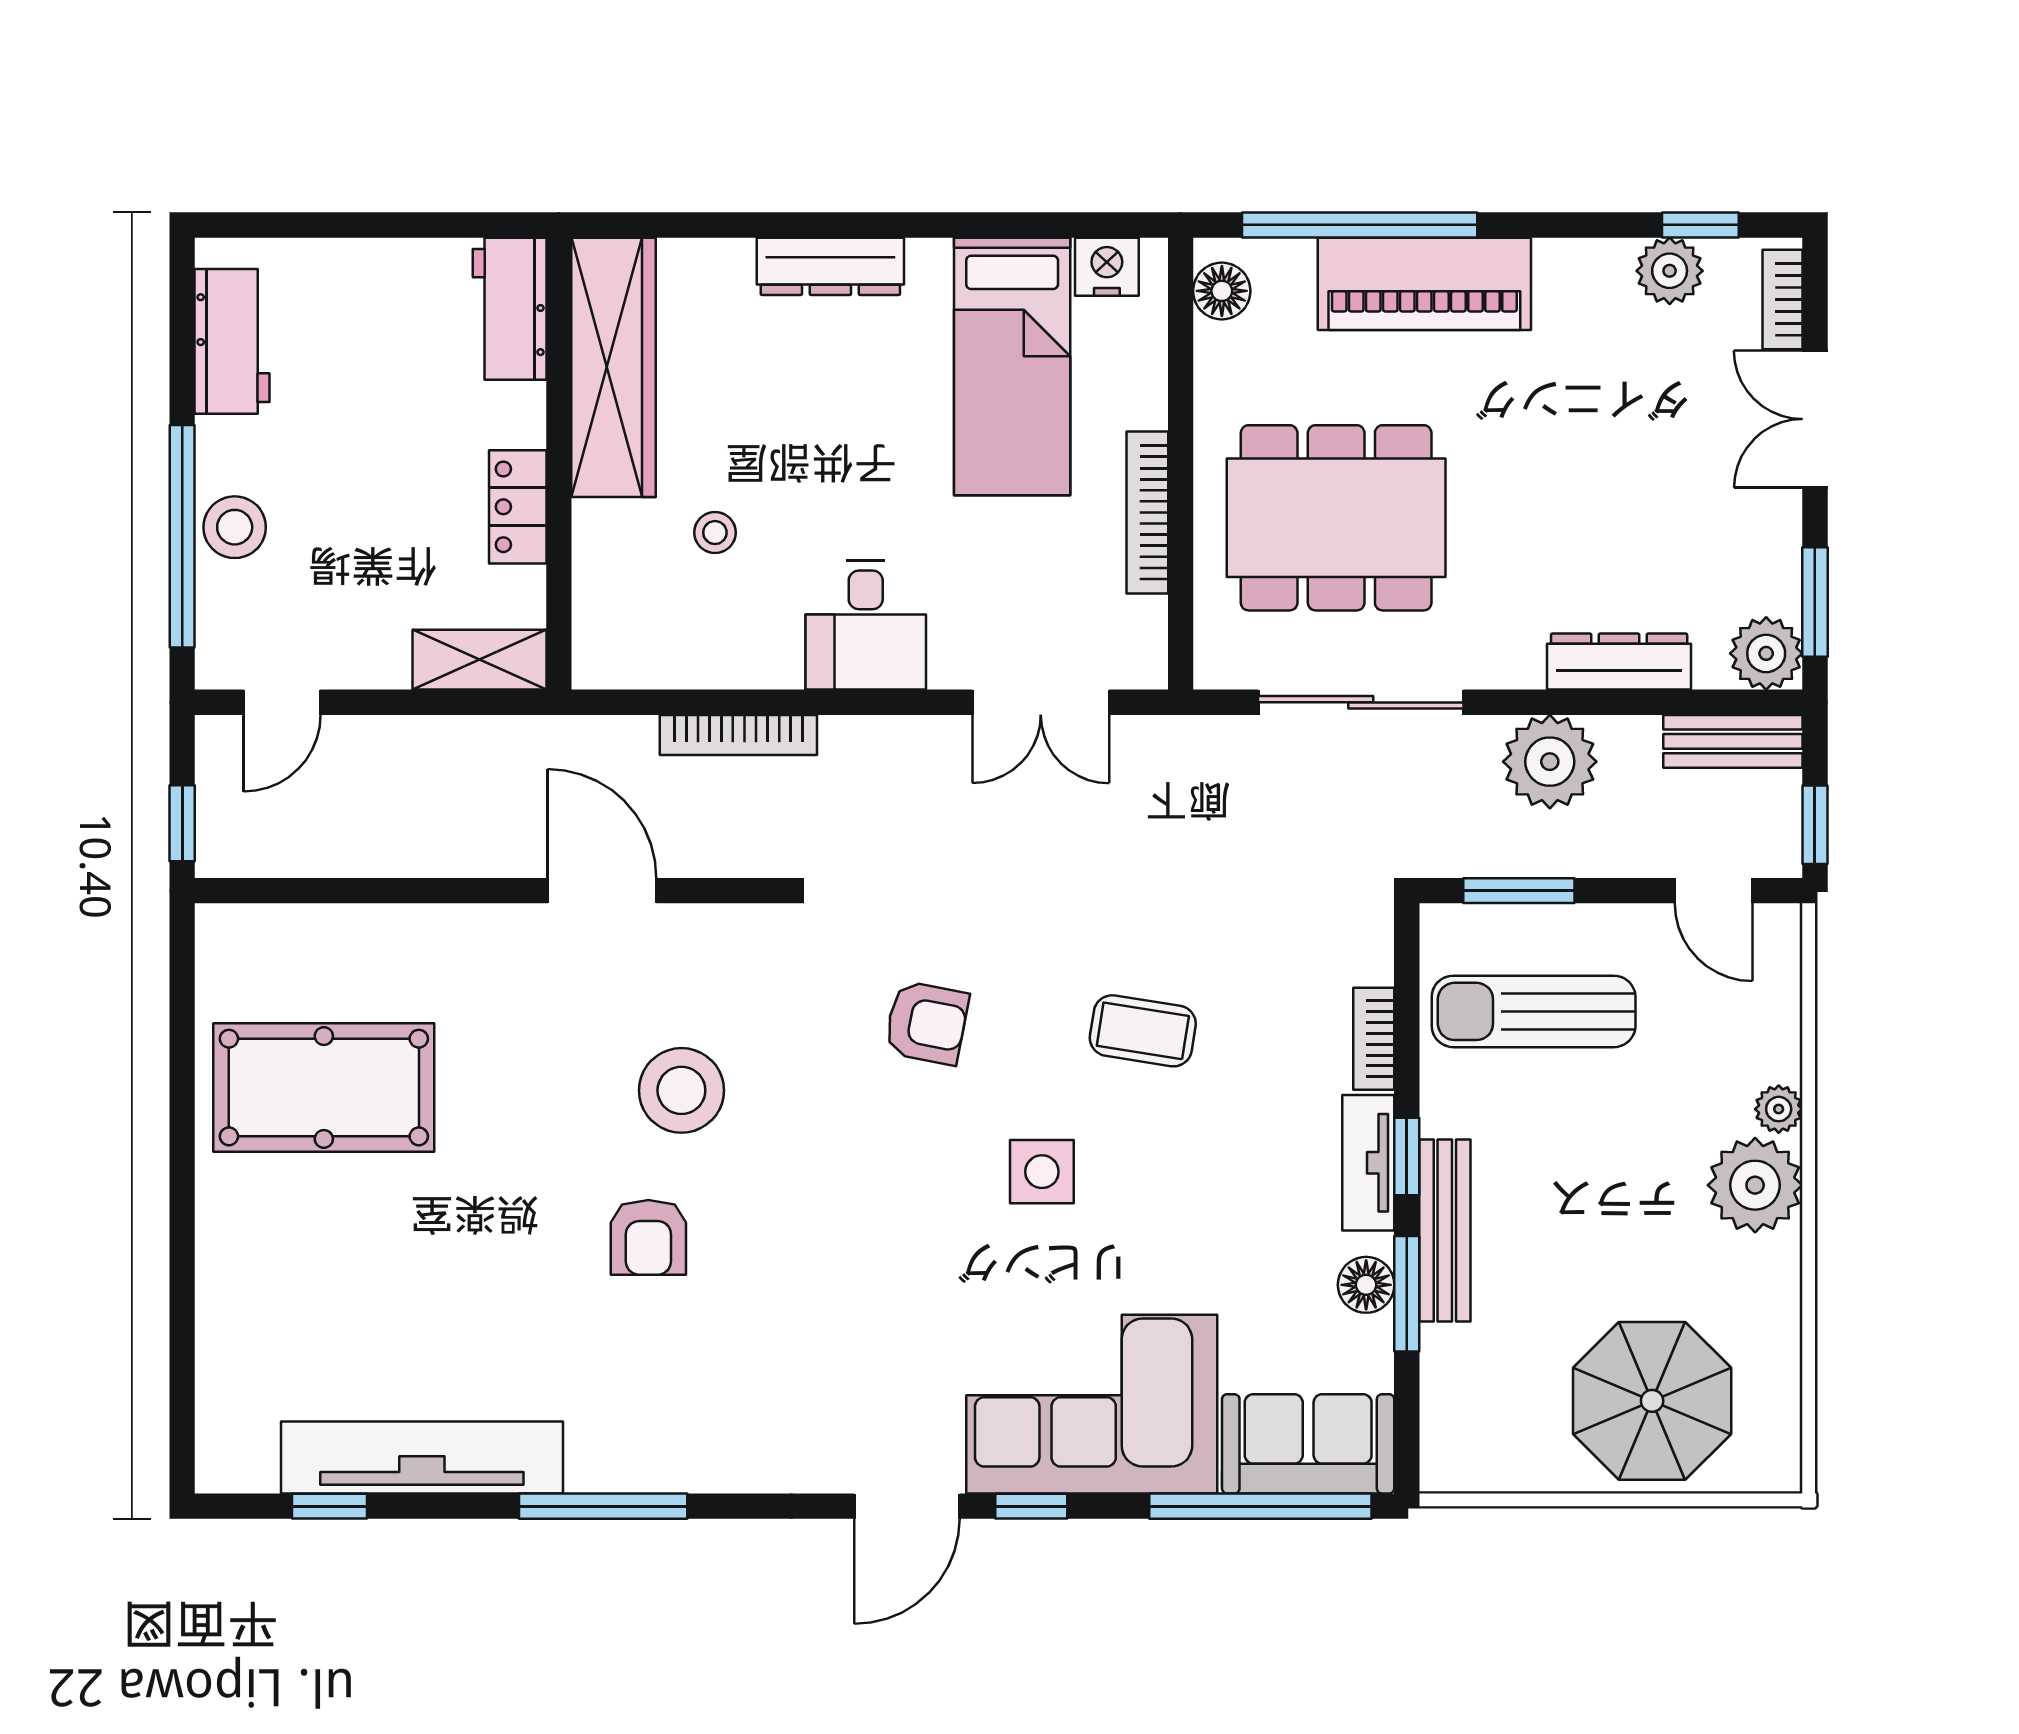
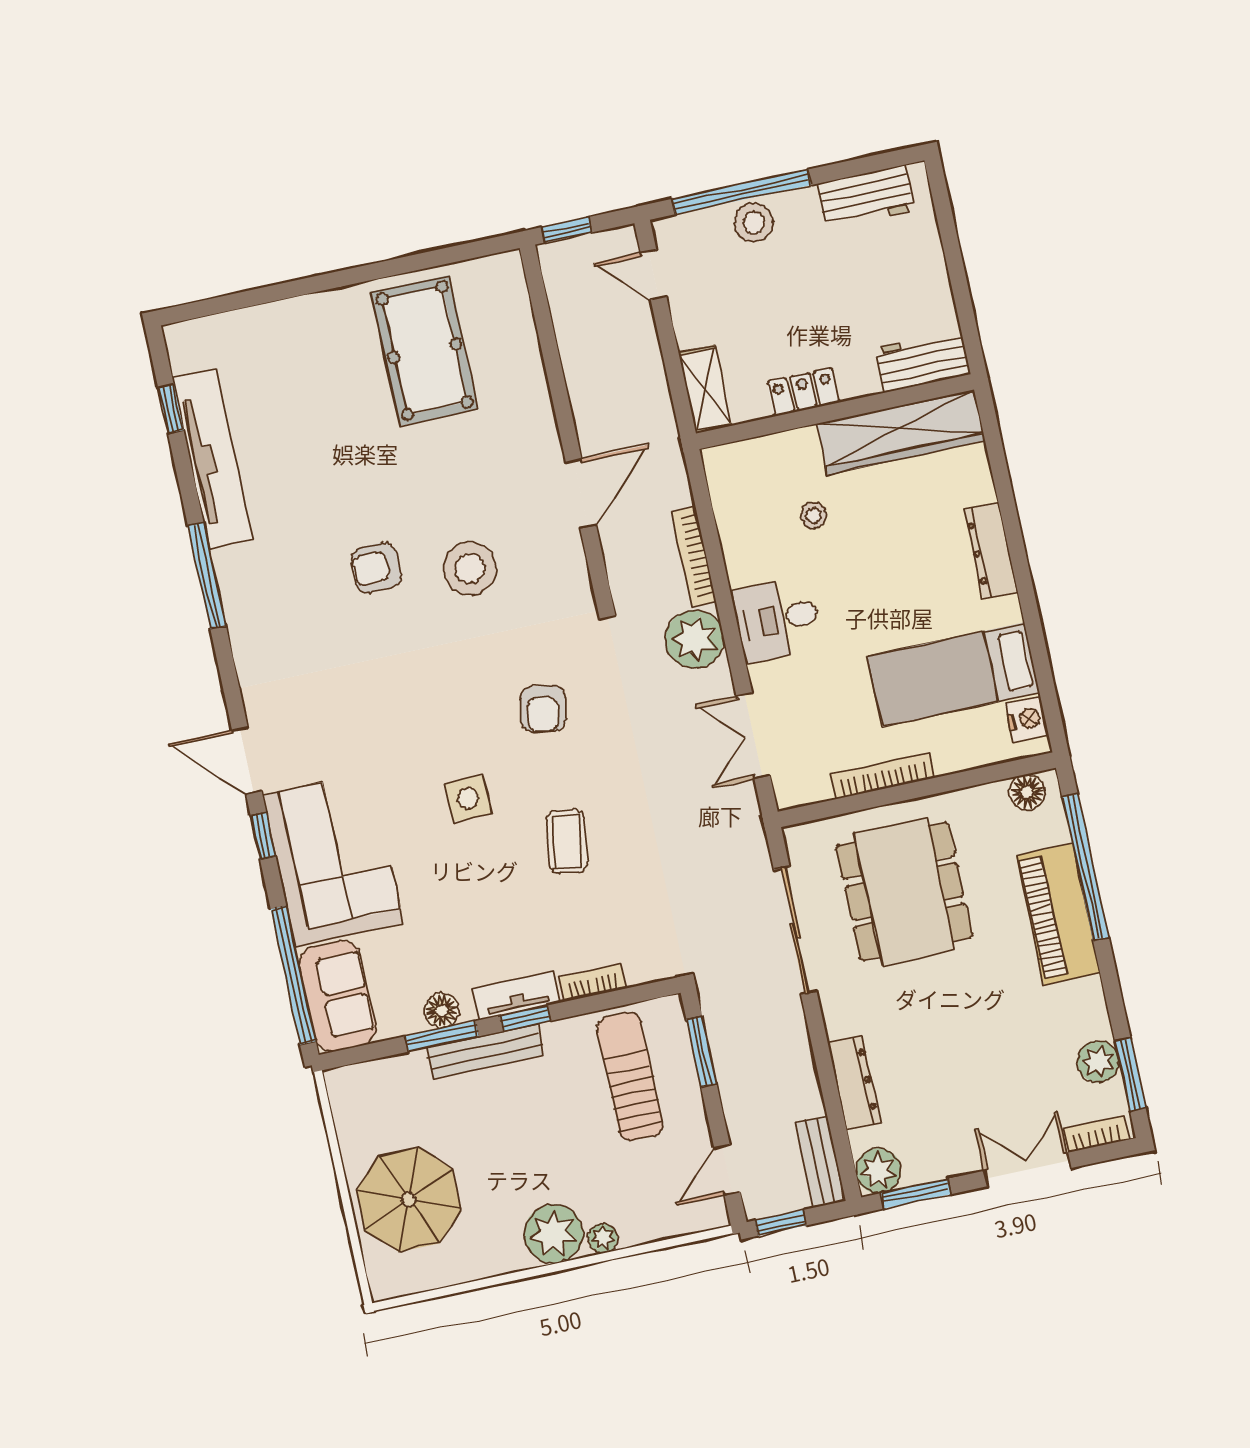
window: (1700, 225) -> (1130, 1074), width x1.50
plant: (1550, 762) -> (695, 639), moved

